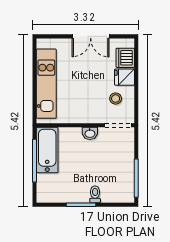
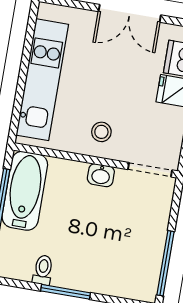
stool: (116, 99) -> (101, 132), moved
toilet: (95, 194) -> (43, 270), moved

